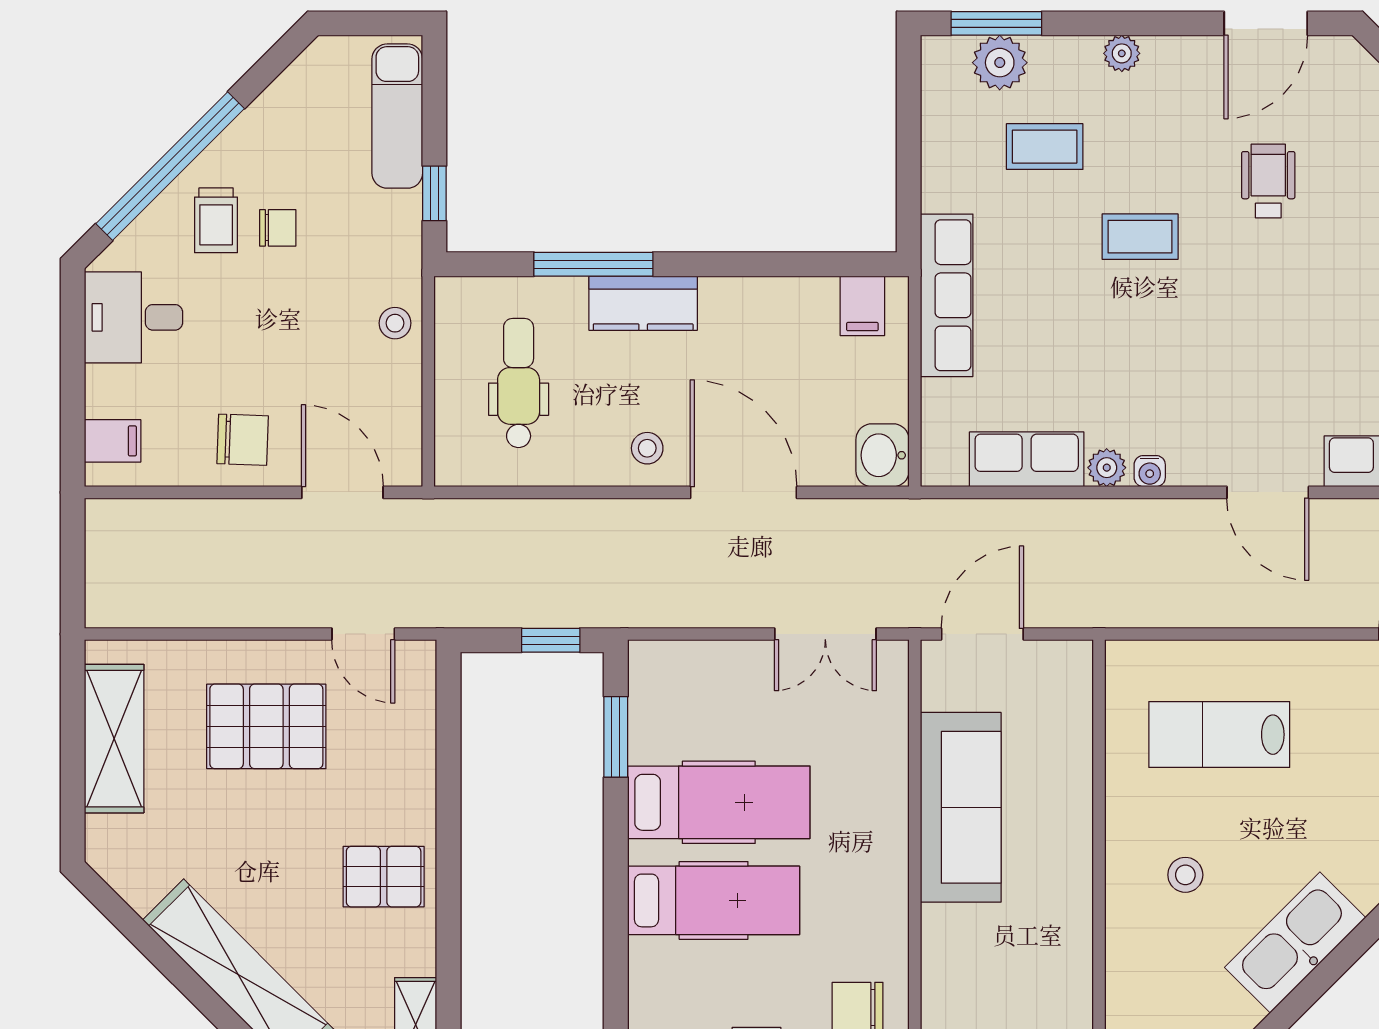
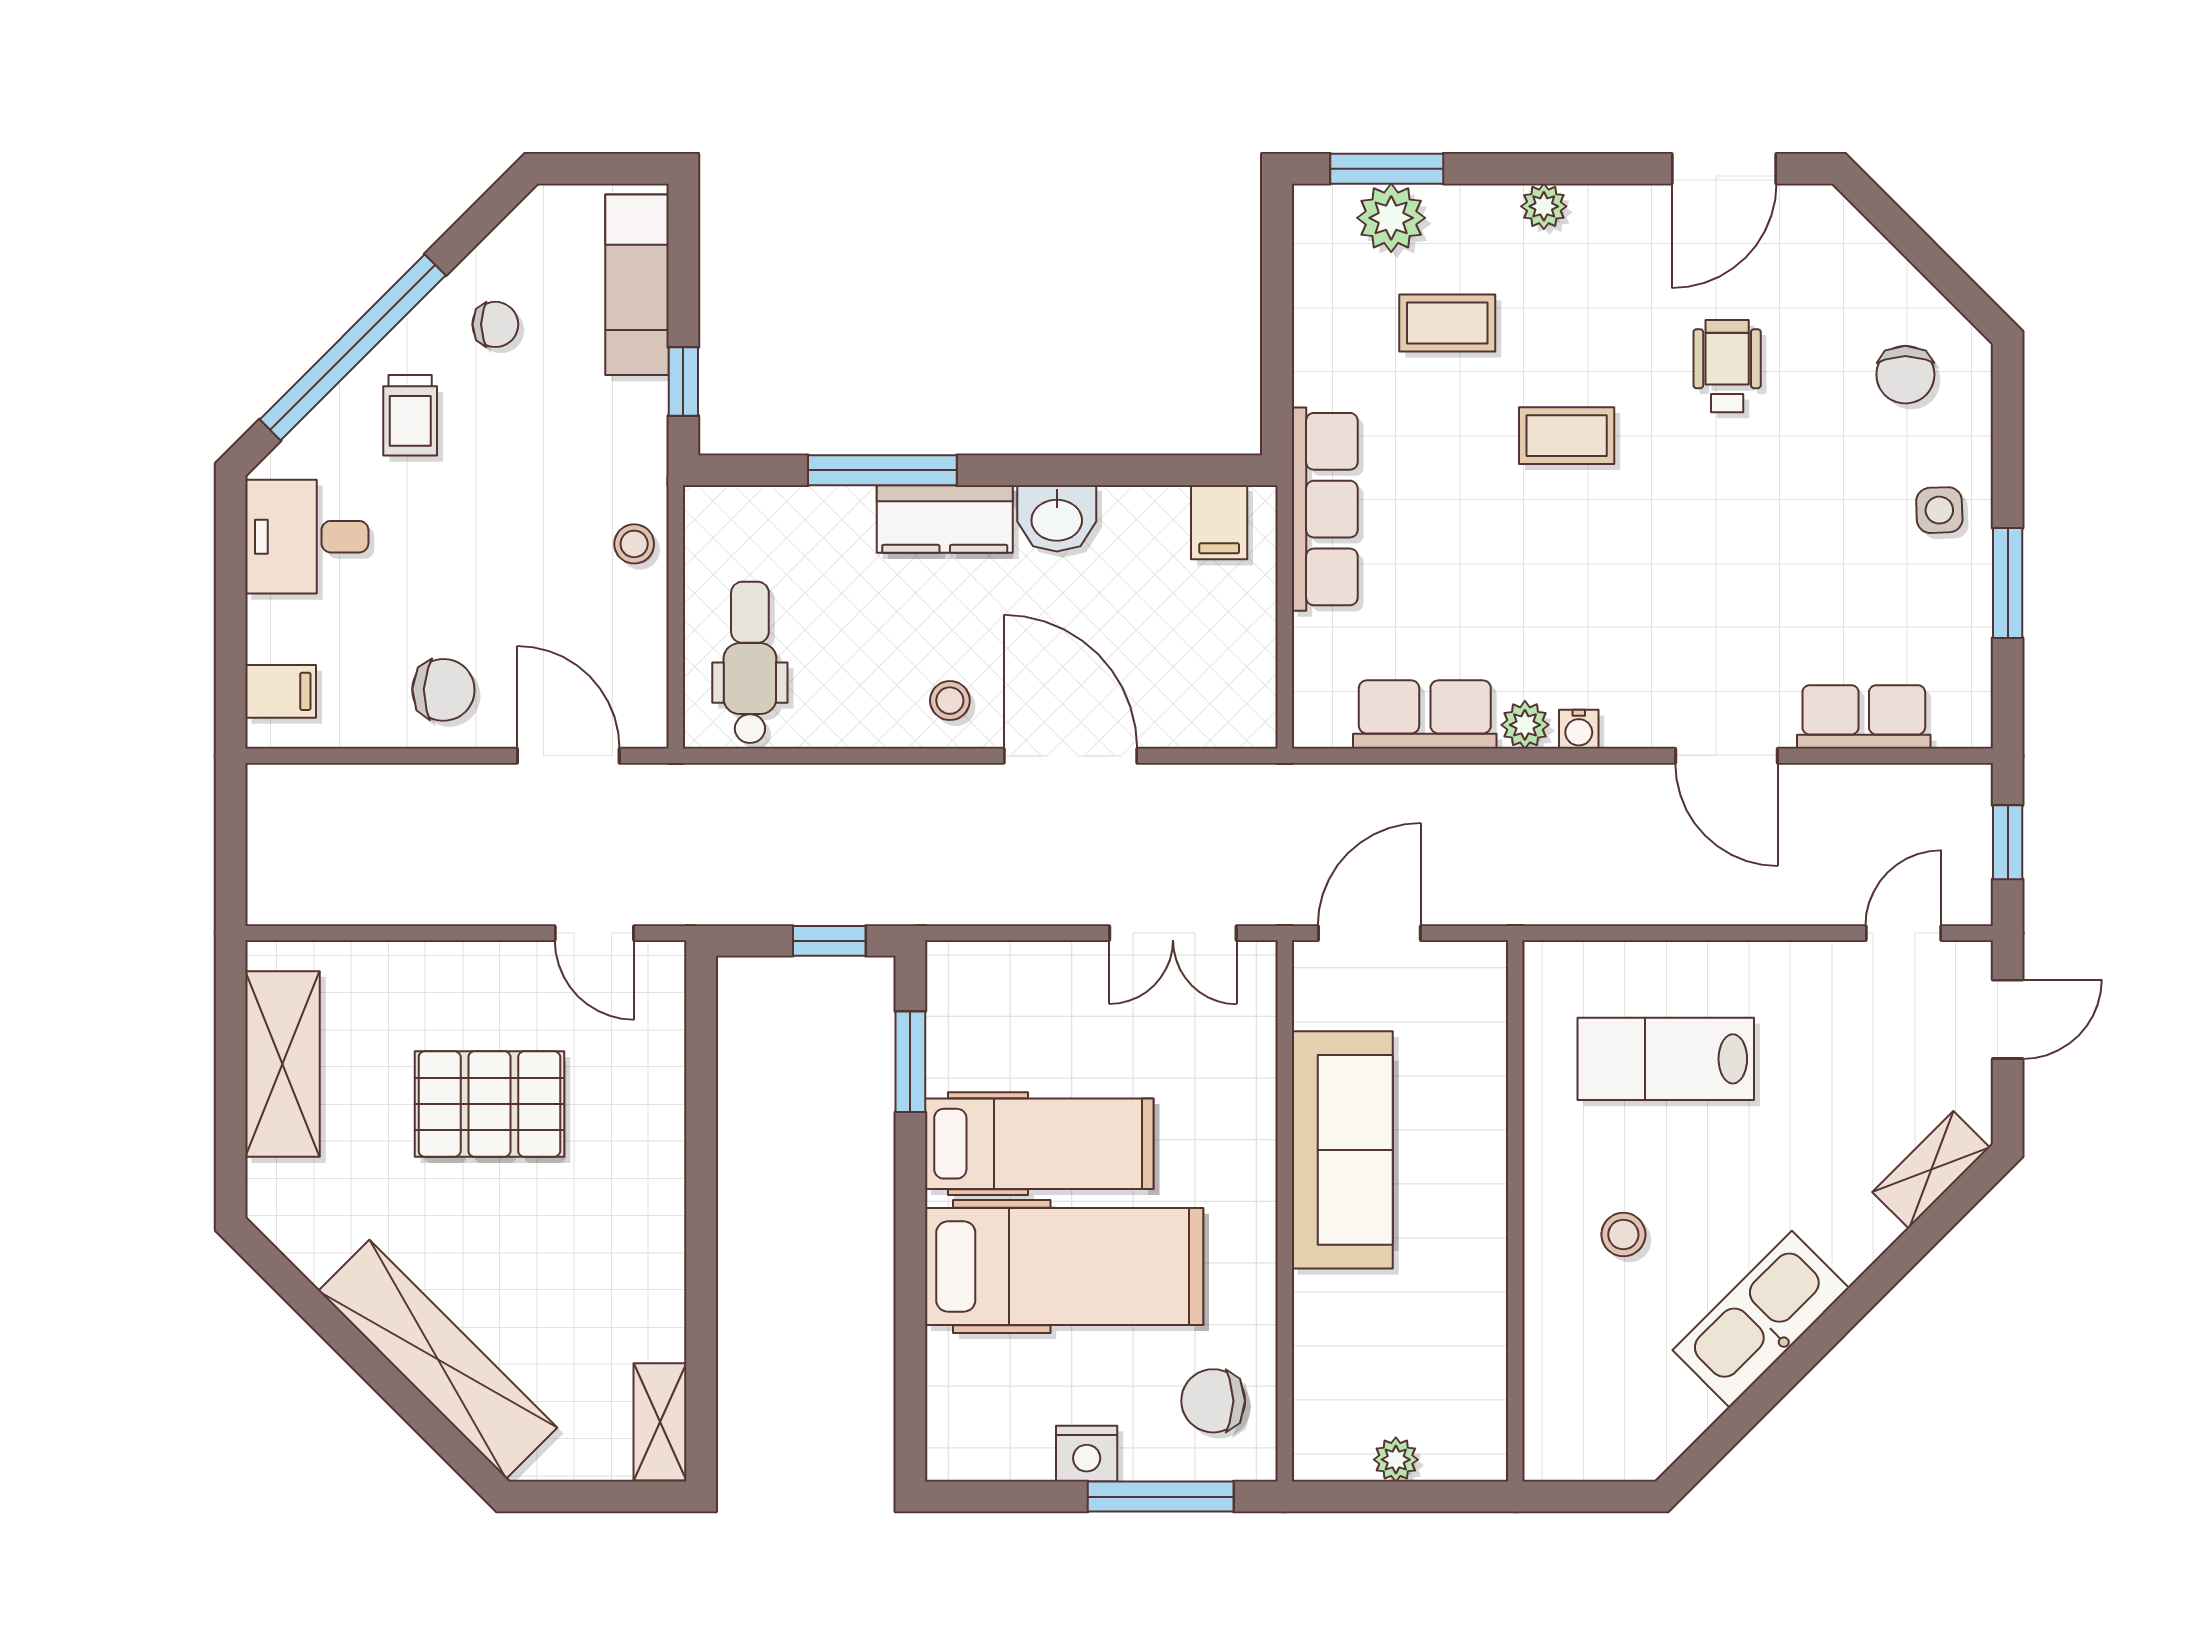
chair: (278, 228) -> (495, 324), moved
dental chair: (519, 383) -> (750, 662), moved
washbasin: (882, 455) -> (1057, 518), moved, turned -90
pallet: (266, 726) -> (489, 1104), moved
pallet: (384, 877) -> (620, 1237), removed
hospital bed: (714, 900) -> (1064, 1267), width x1.37, depth x1.29

